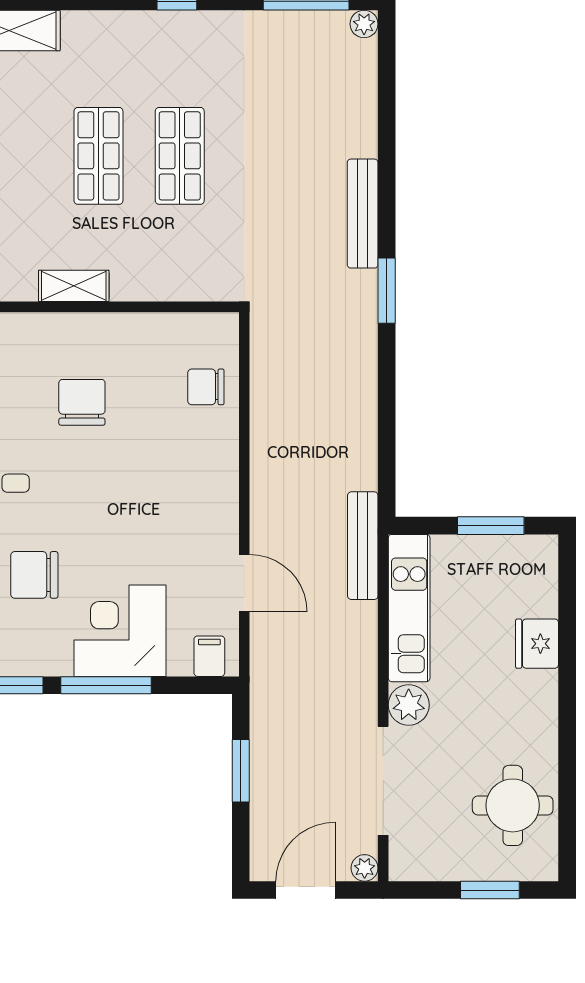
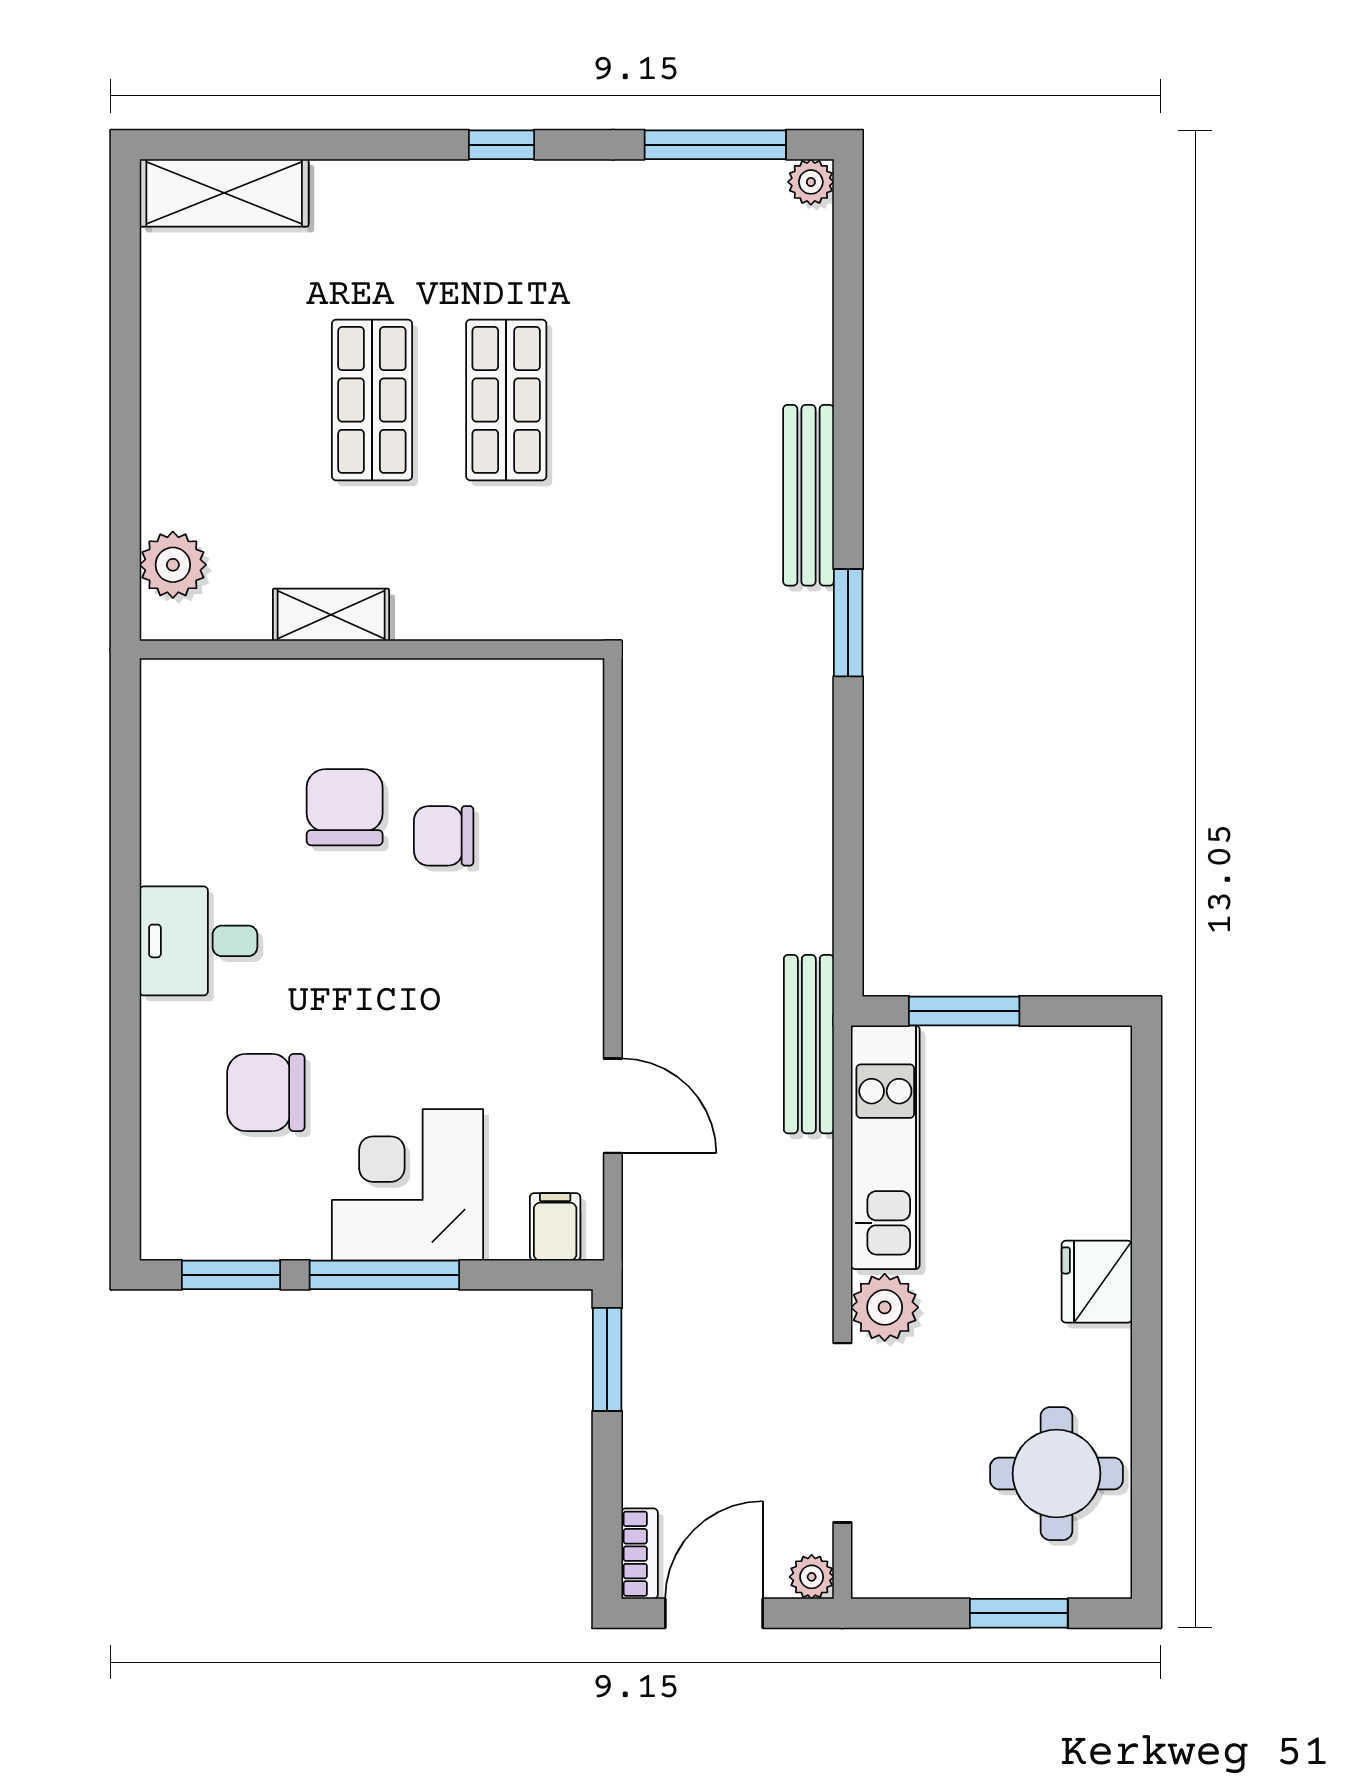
chair: (206, 387) -> (444, 836), moved
window: (491, 526) -> (964, 1011), moved
fridge: (537, 644) -> (1097, 1282), moved
window: (241, 771) -> (607, 1359), moved
bookcase: (260, 854) -> (640, 1554), added

